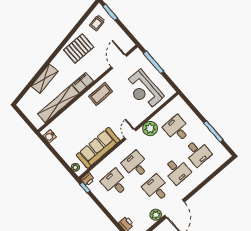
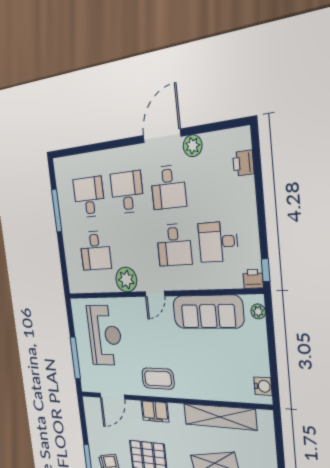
filing cabinet: (83, 83) -> (155, 411), moved
desk: (115, 183) -> (218, 242), turned 90

